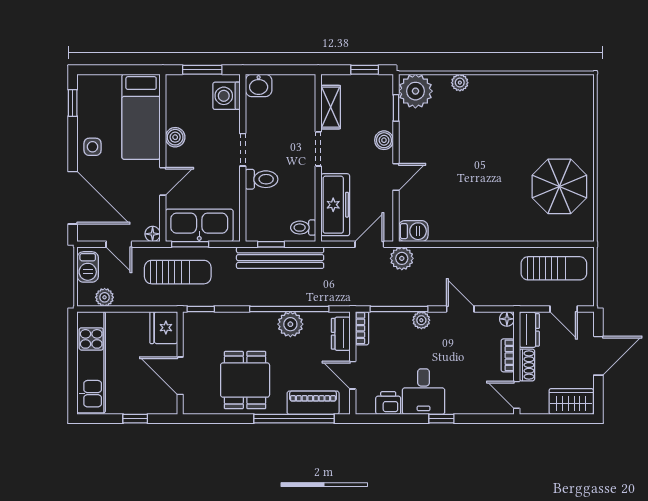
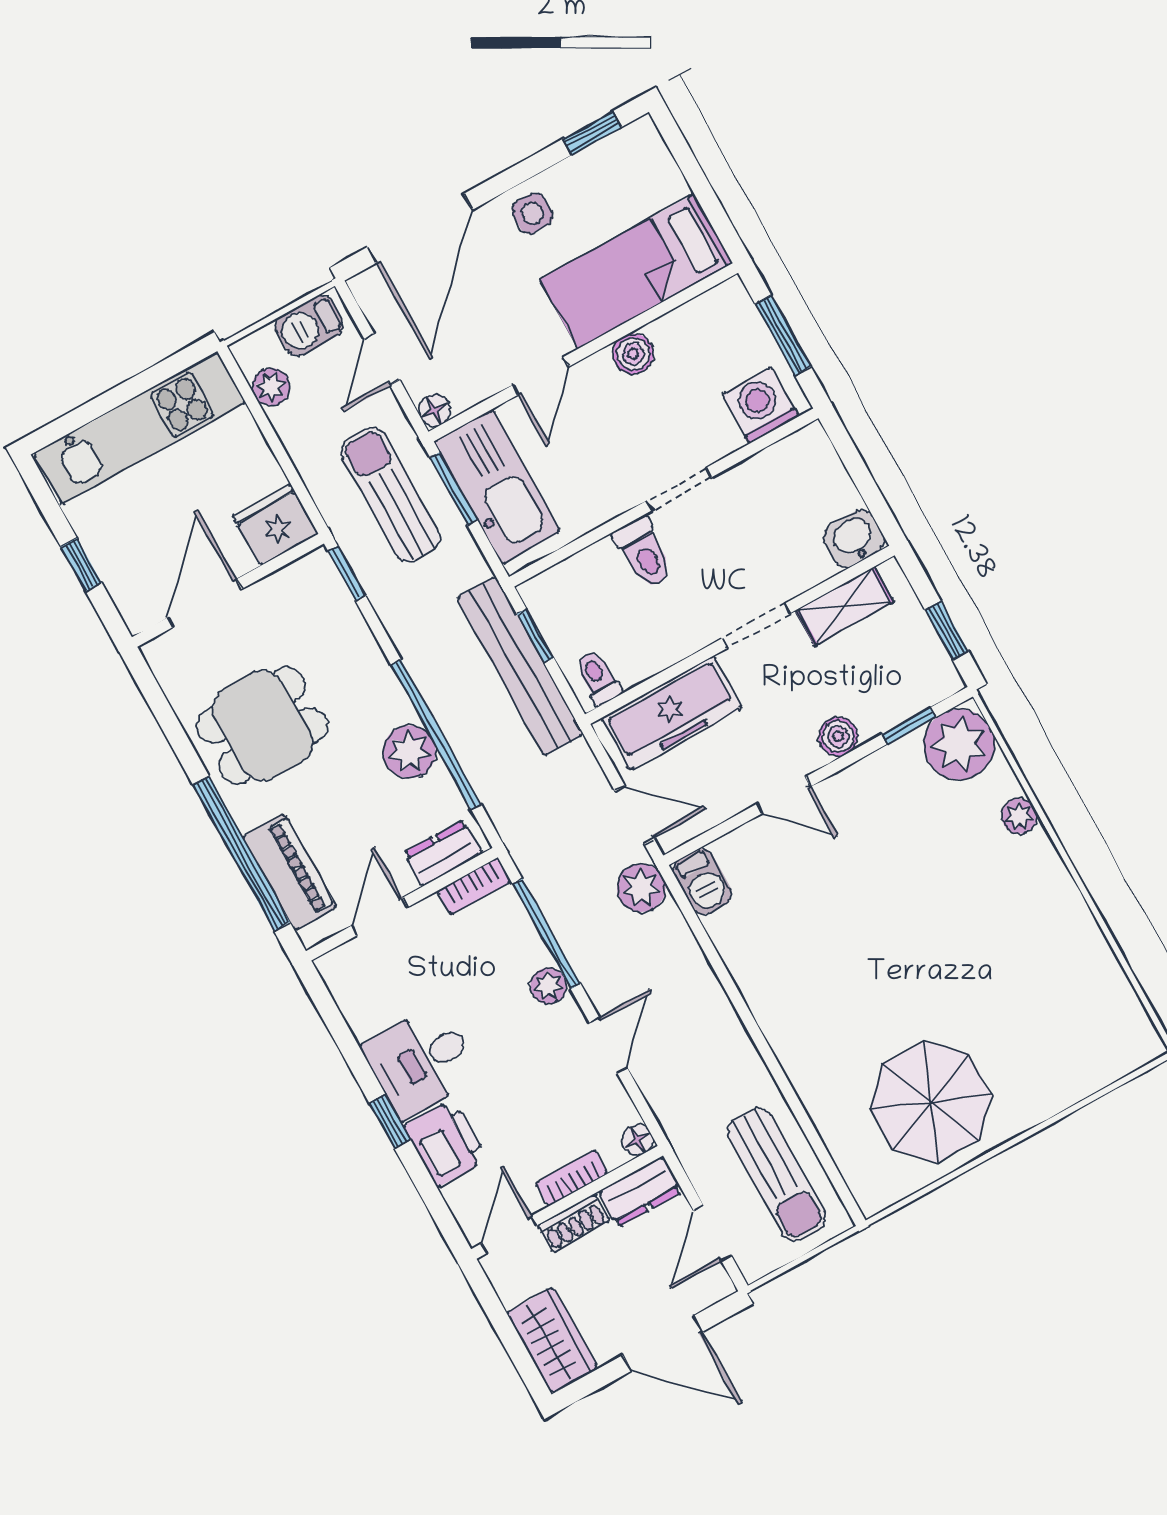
washbasin: (259, 85) -> (854, 539), moved, turned 90
door: (163, 181) -> (541, 376), hinge flipped
sun lounger: (178, 272) -> (391, 495), turned 180
printer: (388, 403) -> (445, 1143), moved, width x1.36, depth x1.24

